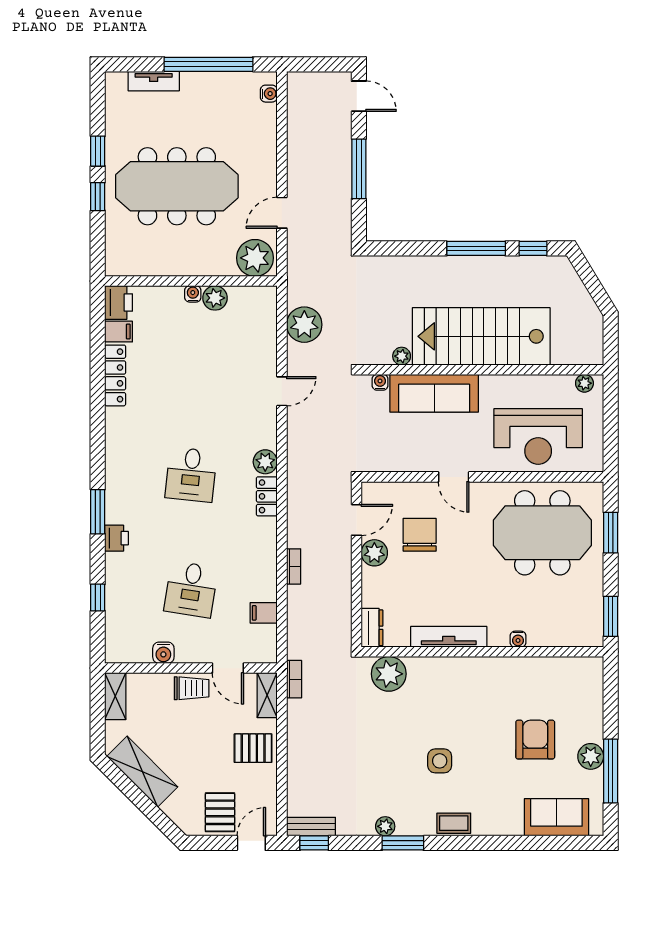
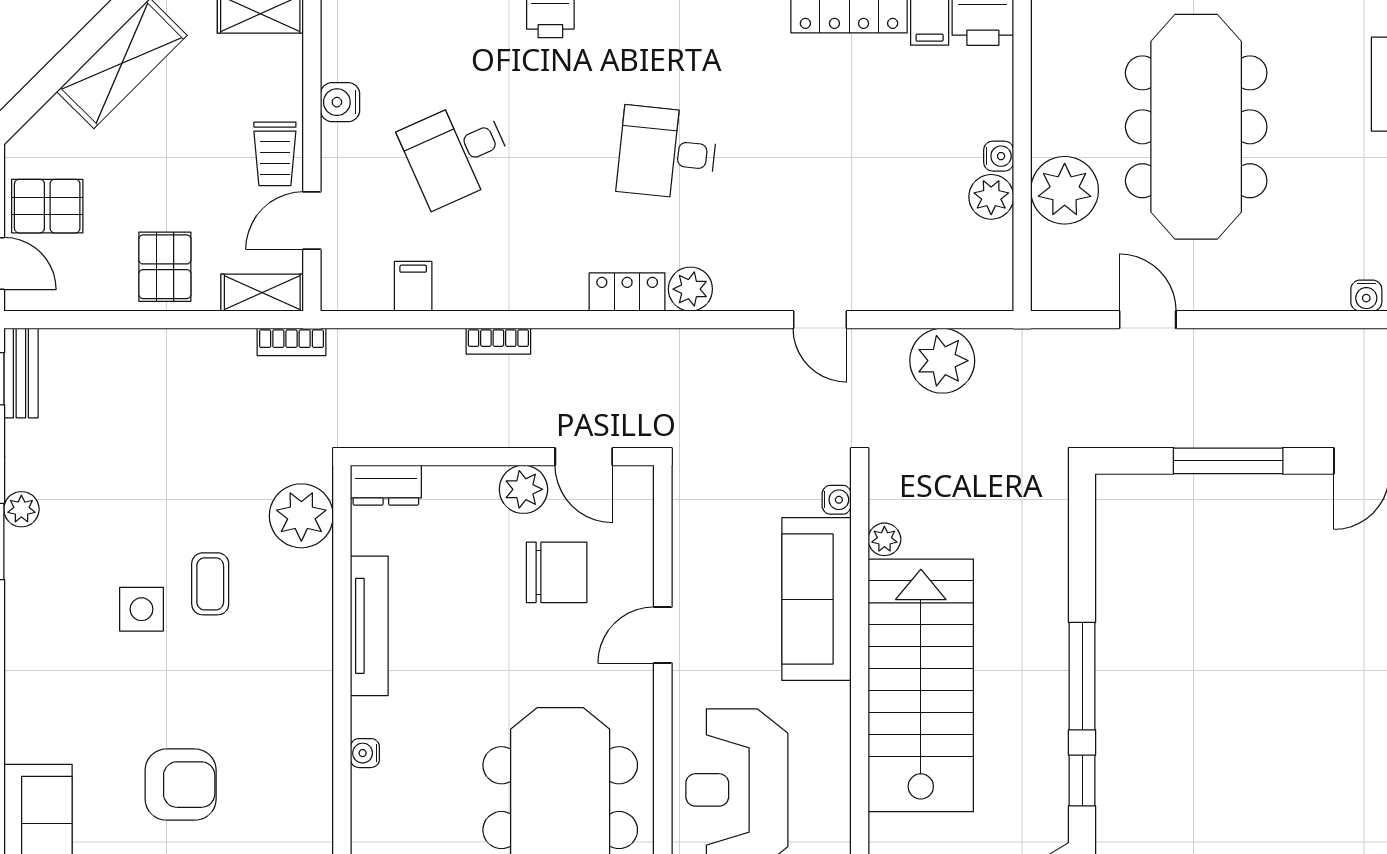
plant: (255, 258) -> (1065, 190), moved
desk: (191, 589) -> (456, 153), turned -33
coffee table: (454, 823) -> (210, 584), moved

